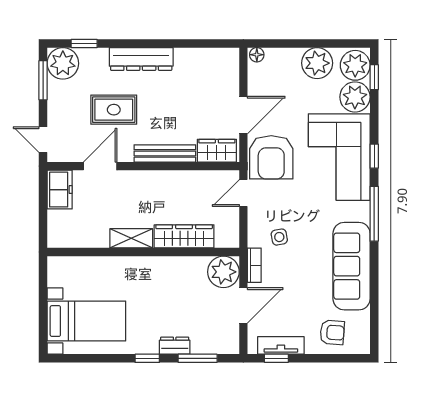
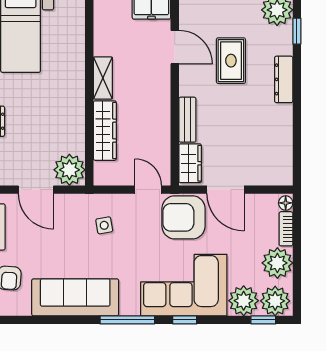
dresser: (141, 59) -> (284, 79), width x0.73, depth x0.80
bench: (165, 153) -> (187, 120), width x0.73
bookcase: (254, 265) -> (286, 229), moved, turned 90

